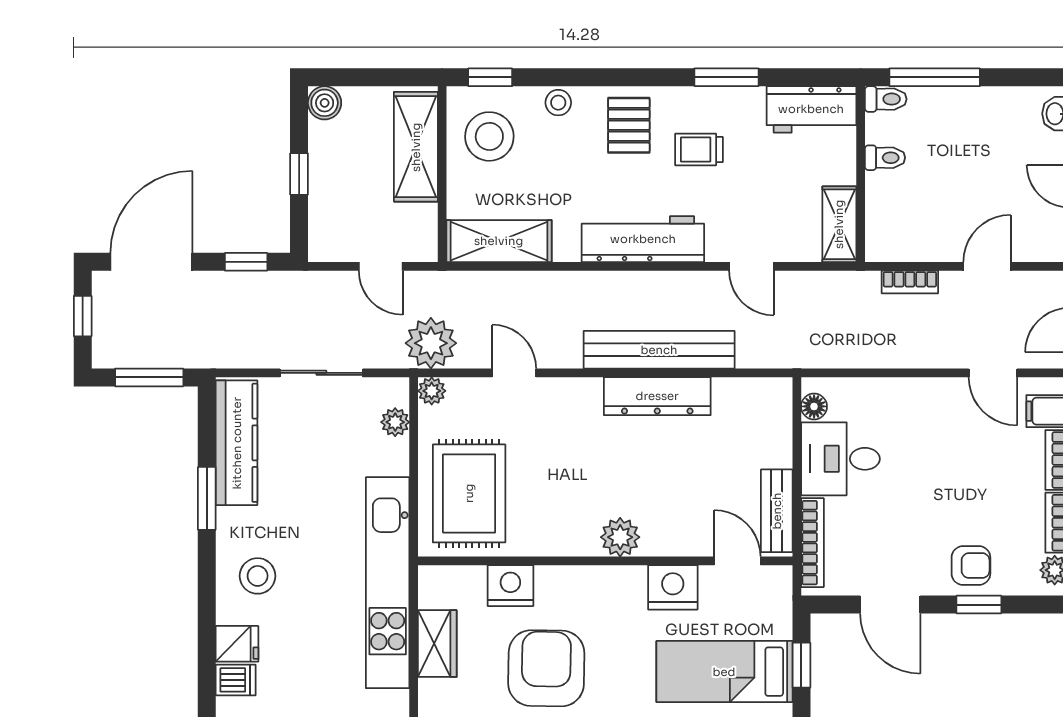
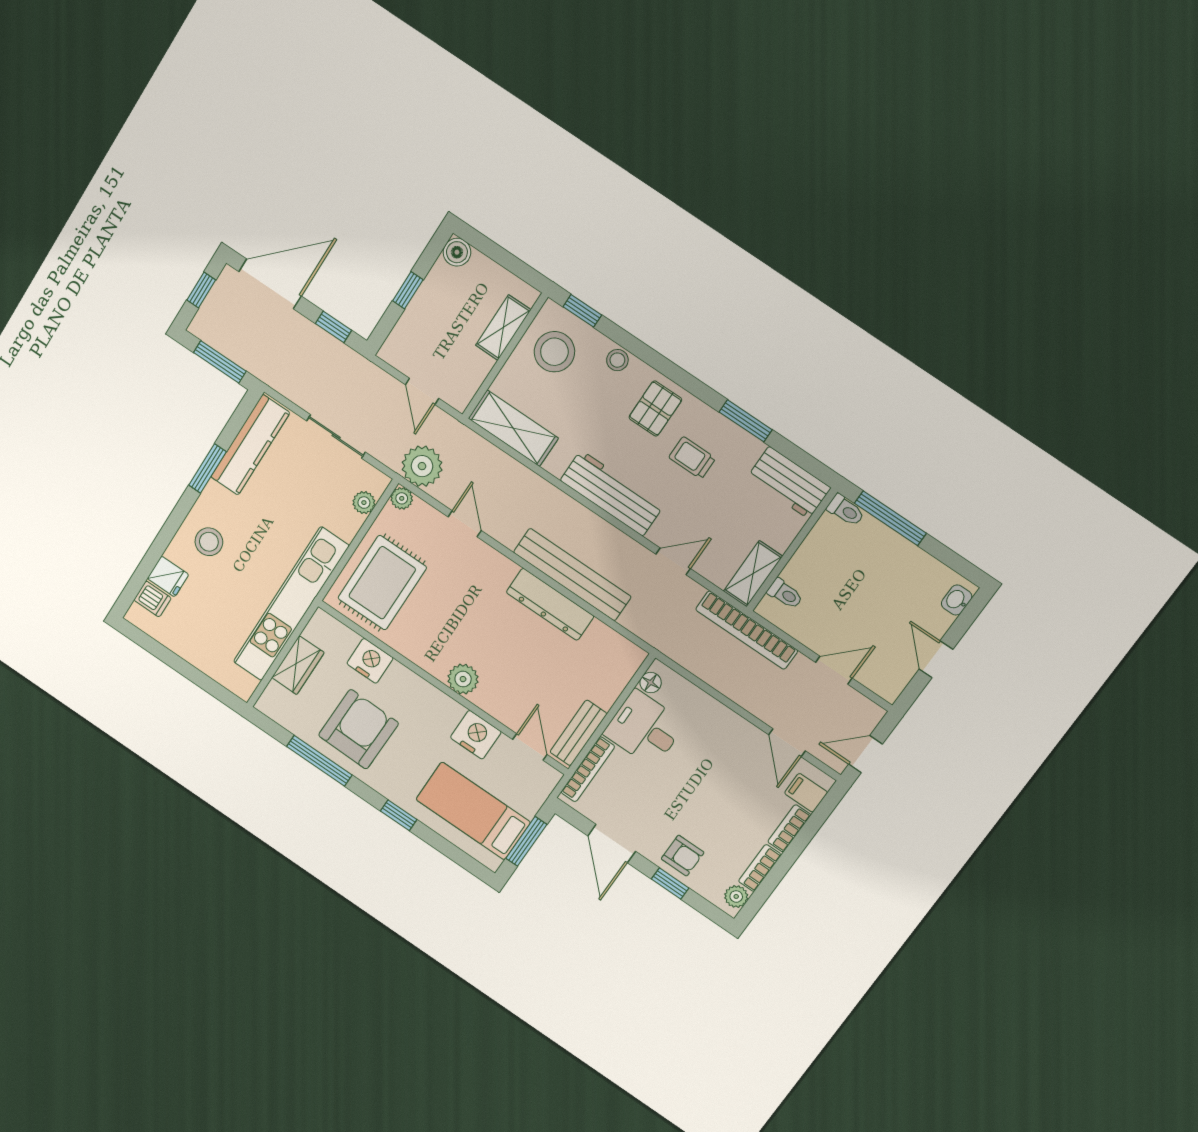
shelving: (416, 147) -> (503, 327), width x0.67, depth x0.75
toilet: (885, 158) -> (785, 594), moved
door: (751, 266) -> (673, 561), swing flipped
bookcase: (910, 282) -> (747, 630), width x2.31, depth x1.31
window: (801, 665) -> (526, 841), width x1.50

